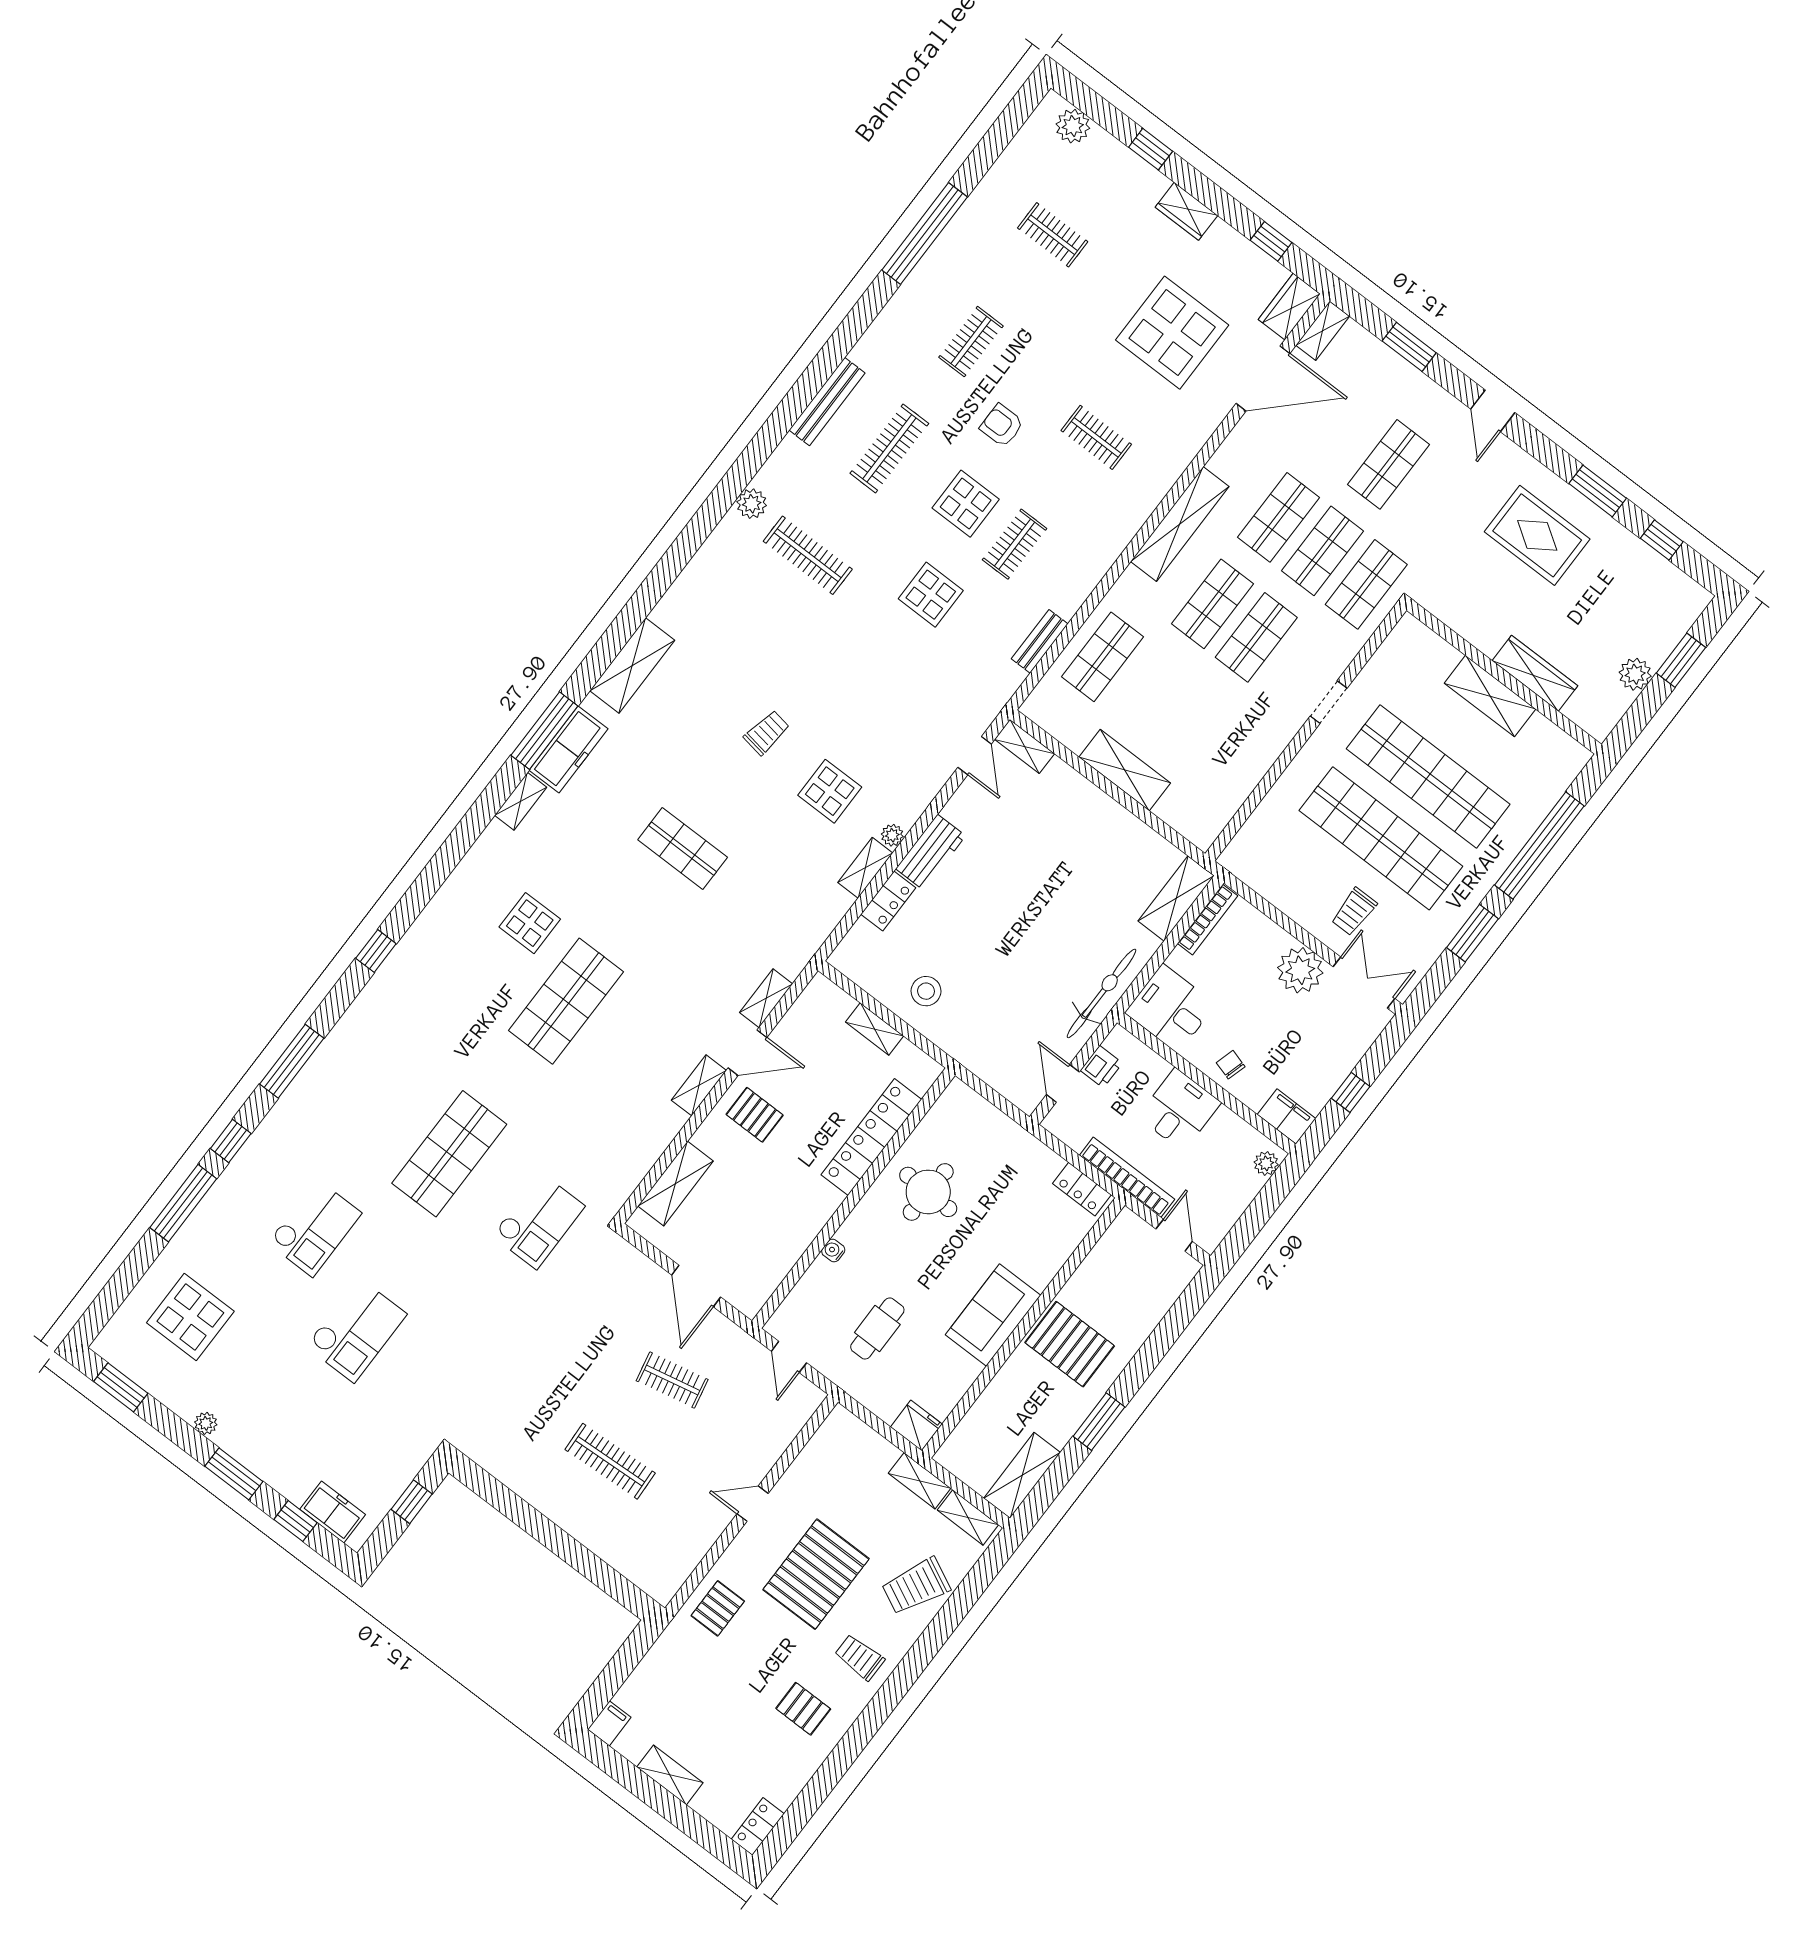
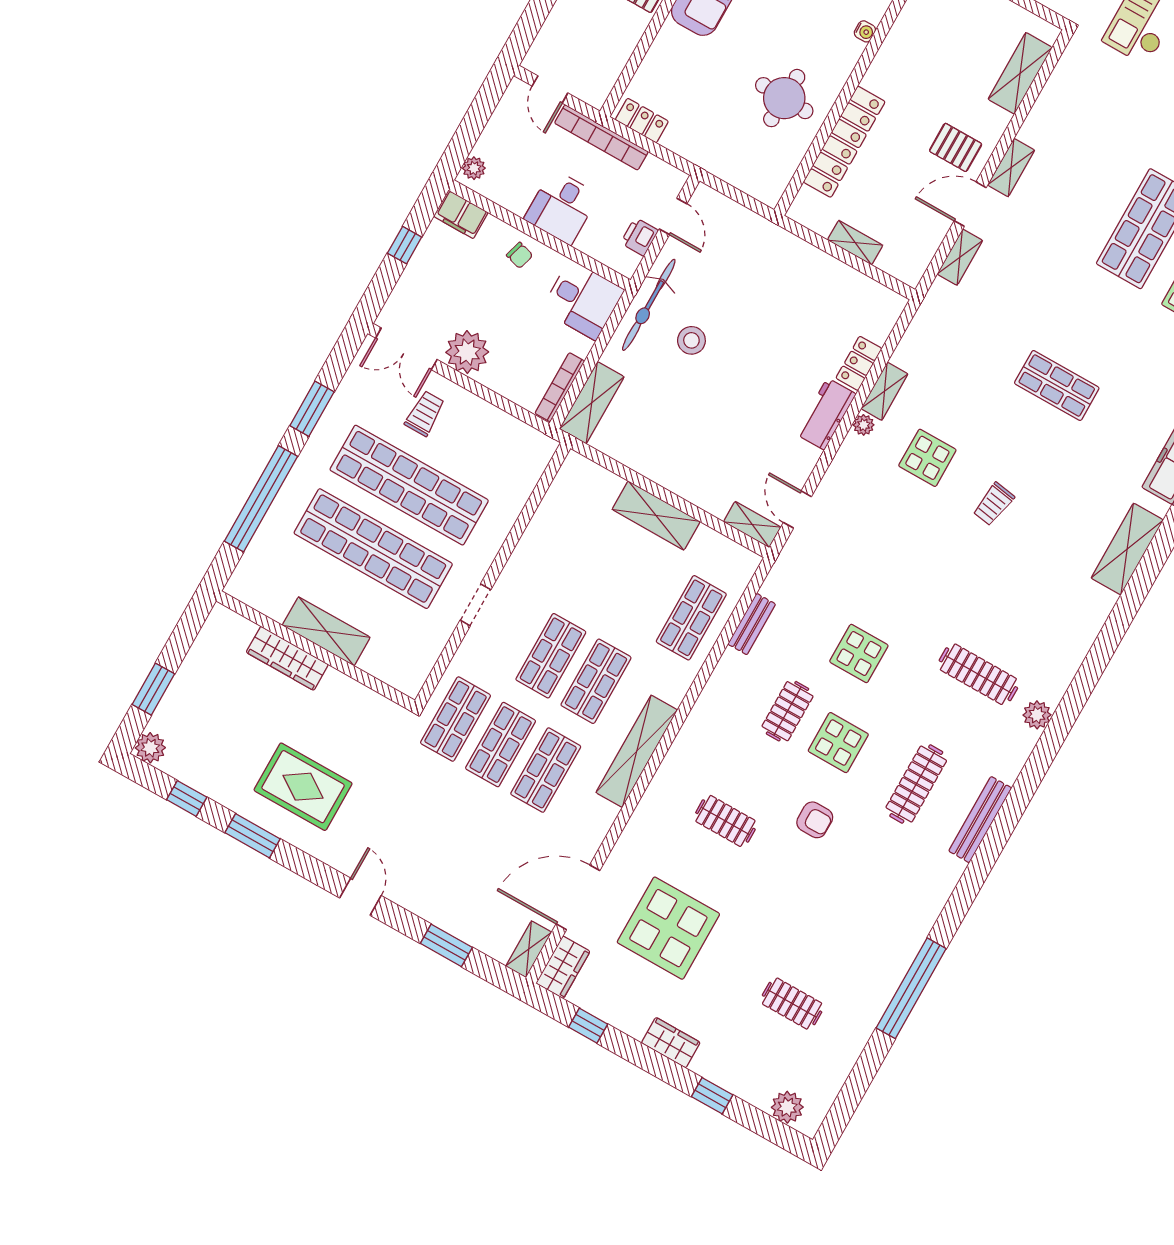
clothes rail: (971, 342) -> (854, 894), removed
shop shelf: (1389, 464) -> (450, 833), removed
plant: (1635, 674) -> (150, 748), moved
stool: (926, 991) -> (691, 340), moved

